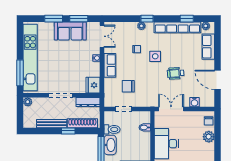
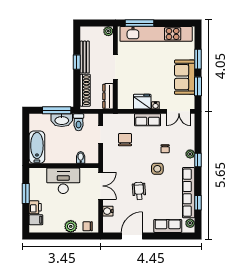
fridge: (93, 85) -> (142, 102), moved
window: (68, 131) -> (77, 62), moved

